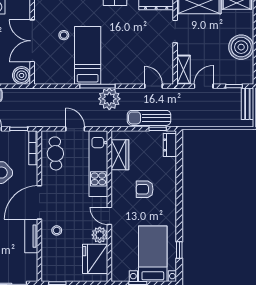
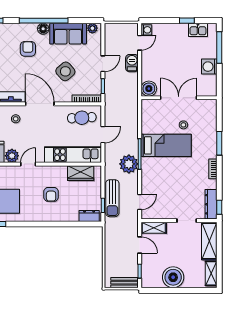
sun lounger: (149, 118) -> (112, 198), turned 180
armchair: (145, 189) -> (51, 194), turned 180

